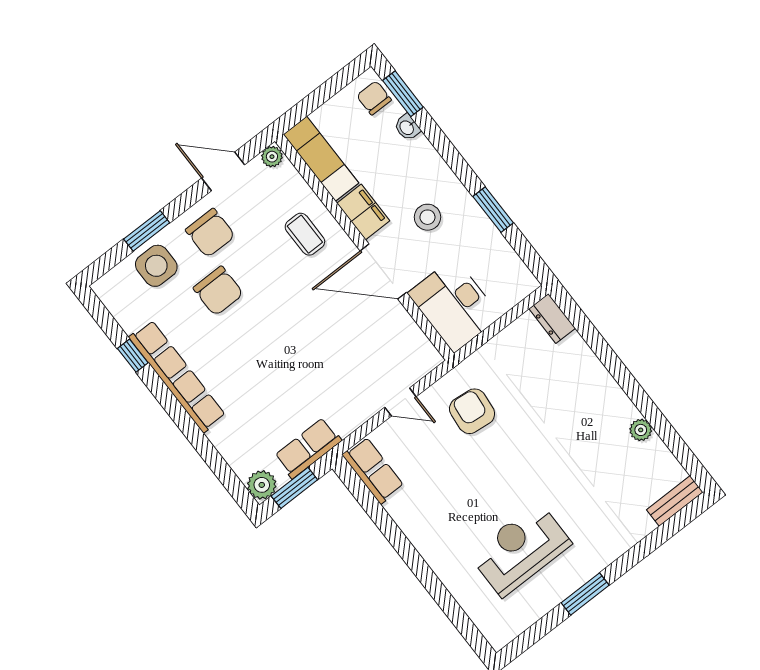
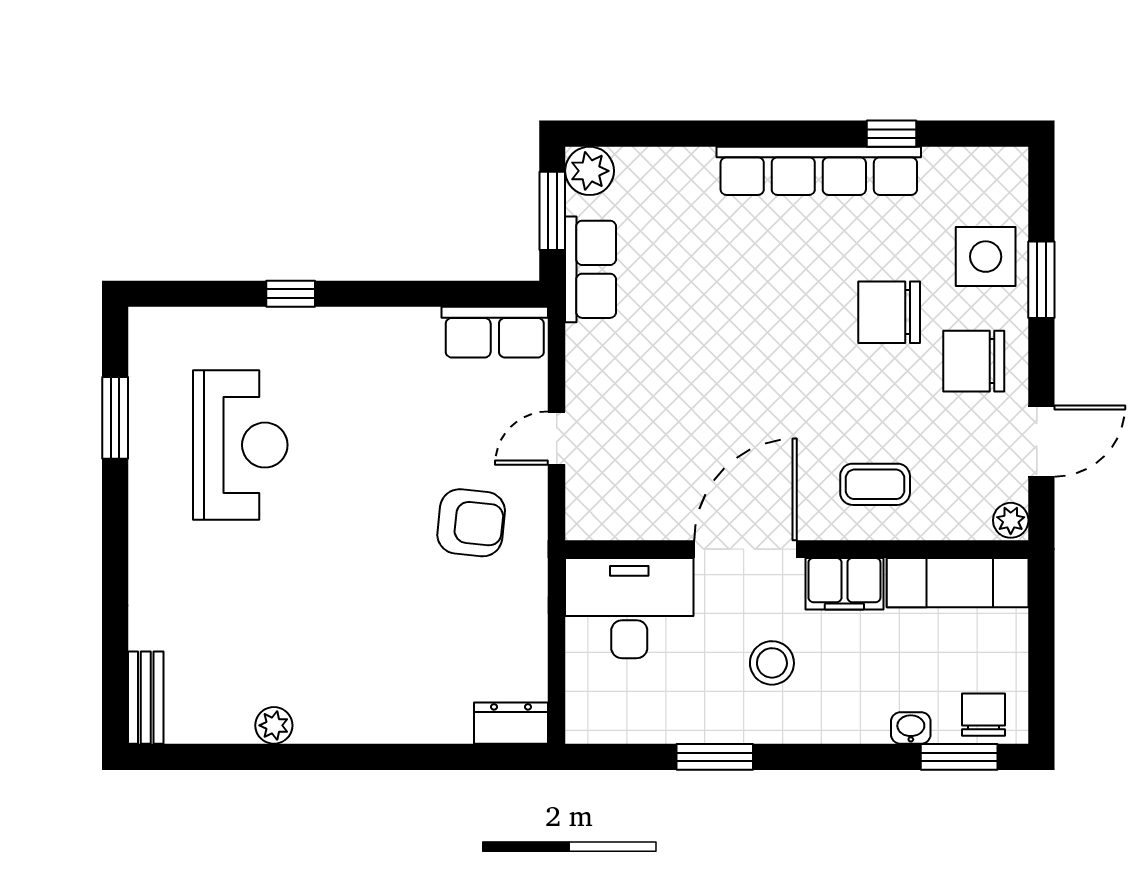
chair: (374, 98) -> (984, 715), turned -90
window: (430, 581) -> (291, 294), added
window: (585, 594) -> (115, 418), moved

